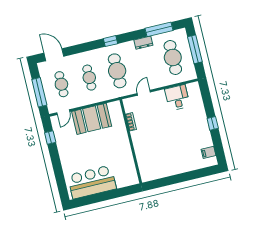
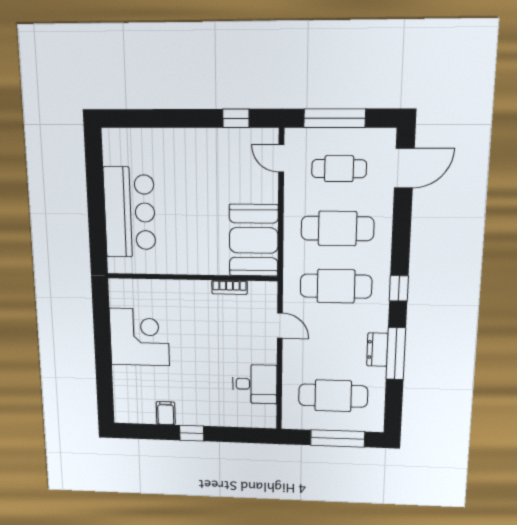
window: (159, 29) -> (396, 354), moved
cafe table: (89, 78) -> (337, 228), width x1.37, depth x1.35
booth: (92, 119) -> (254, 240), moved
filing cabinet: (209, 152) -> (166, 413), moved
corner desk: (168, 161) -> (139, 337), added
bar counter: (92, 182) -> (130, 212), moved

